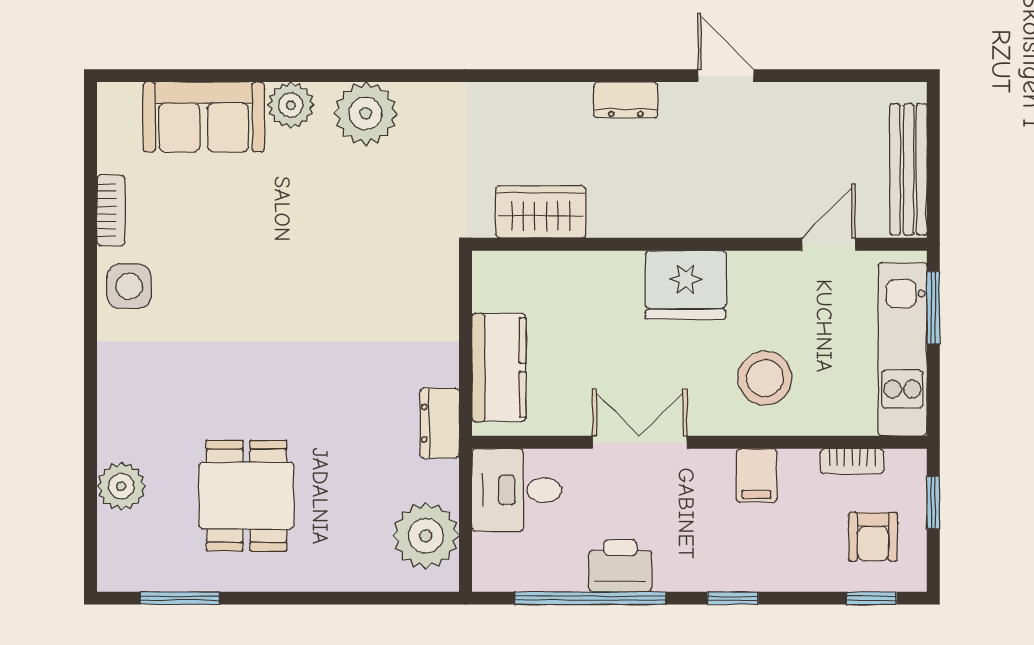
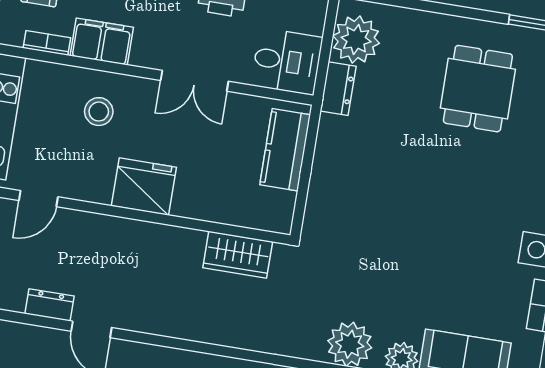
dresser: (626, 100) -> (50, 305), moved
stool: (765, 378) -> (99, 112), width x0.73, depth x0.73
dresser: (440, 423) -> (338, 89), moved
filing cabinet: (756, 476) -> (102, 41), width x2.00

